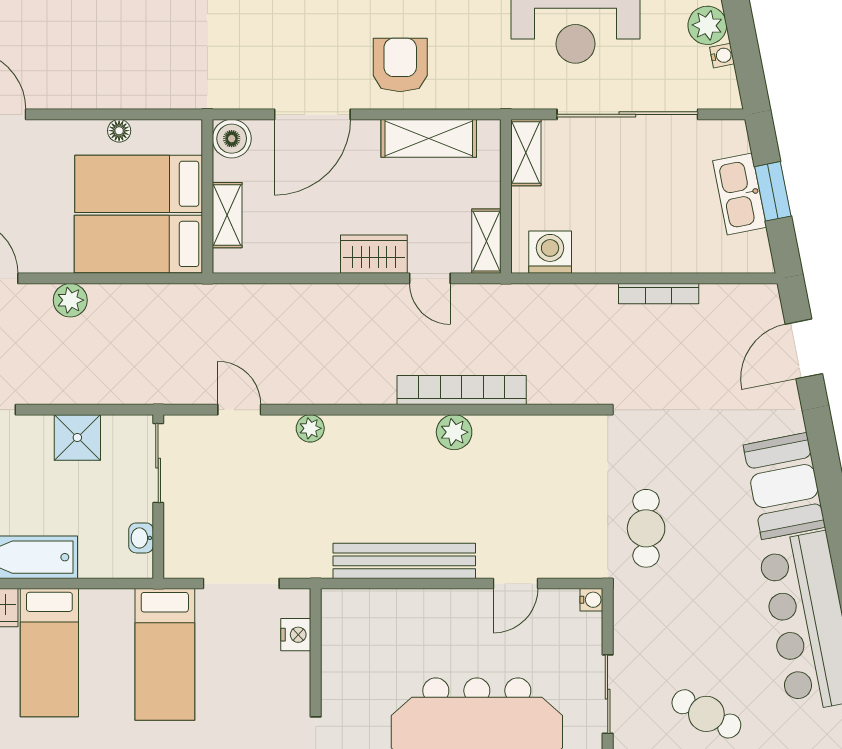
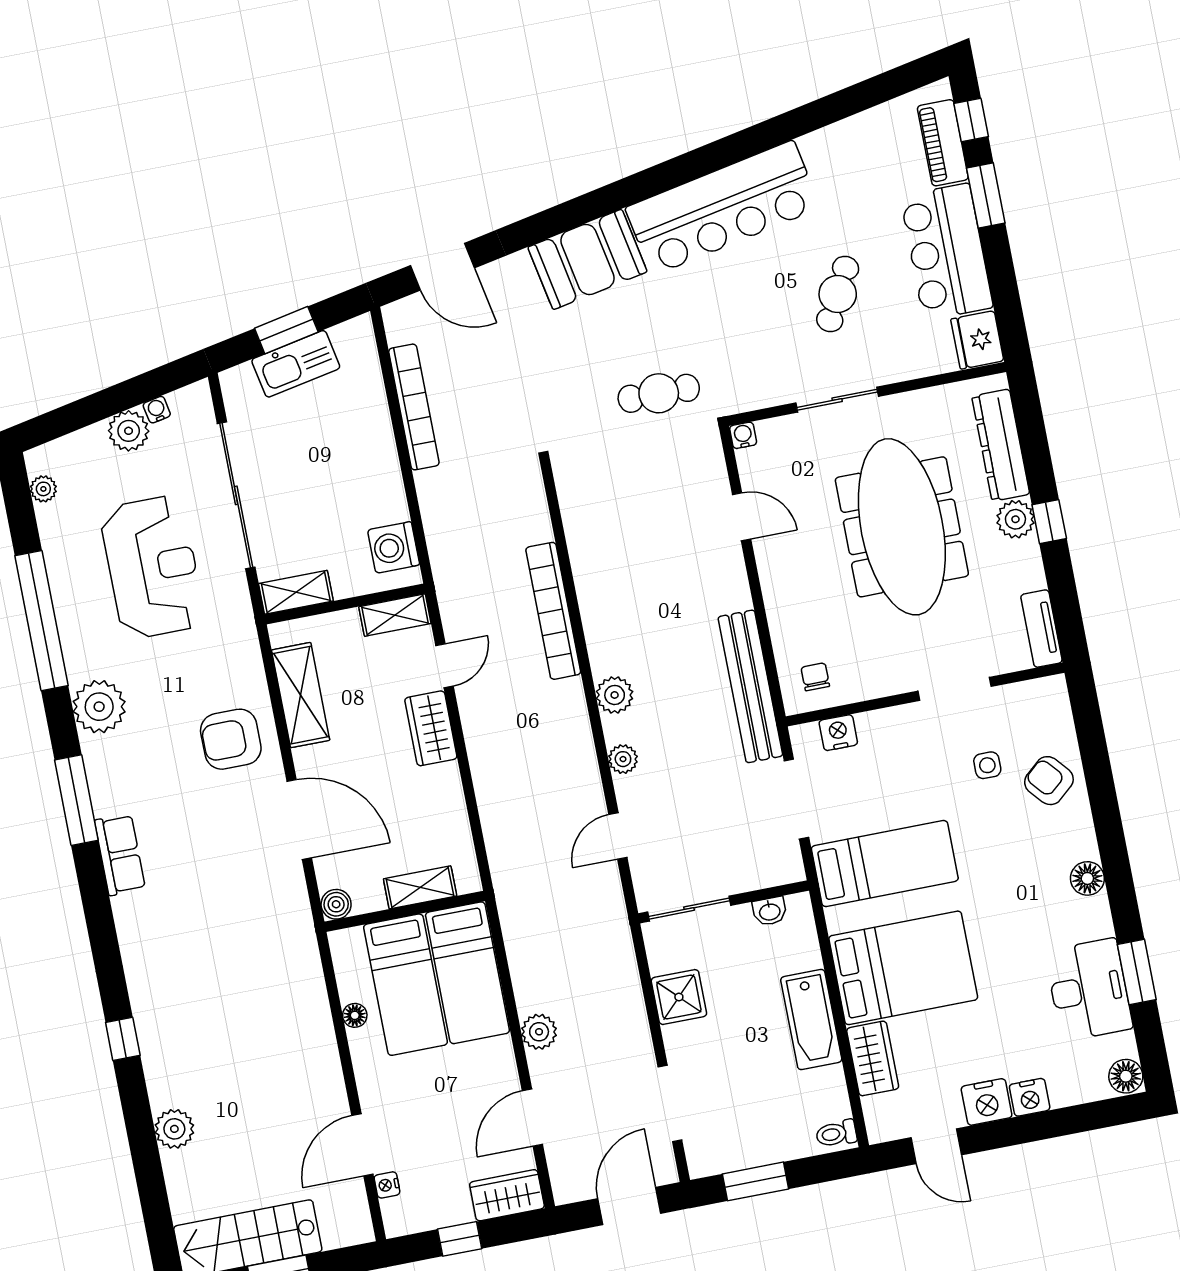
boiler: (232, 139) -> (336, 904), width x0.73, depth x0.73
bookcase: (659, 294) -> (414, 407), width x1.48, depth x1.31
plant: (454, 432) -> (615, 695), moved
bench: (404, 561) -> (750, 686), moved
chair: (352, 623) -> (815, 677), added
bed: (49, 653) -> (903, 968), width x1.50

